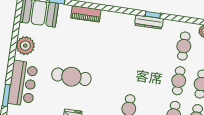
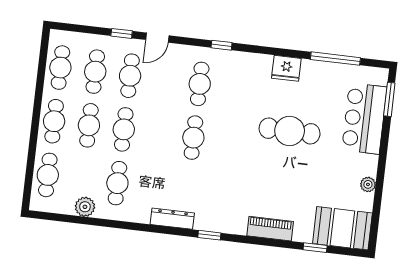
window: (153, 15) -> (209, 235), moved
plant: (25, 46) -> (368, 184), width x0.53, depth x0.53
cafe table: (134, 74) -> (193, 138), added

